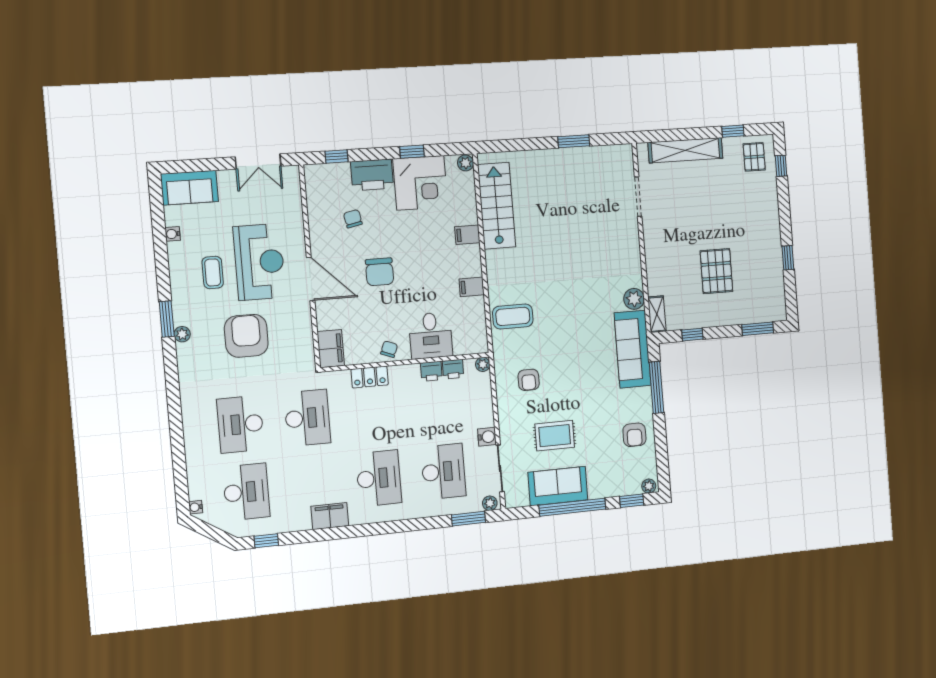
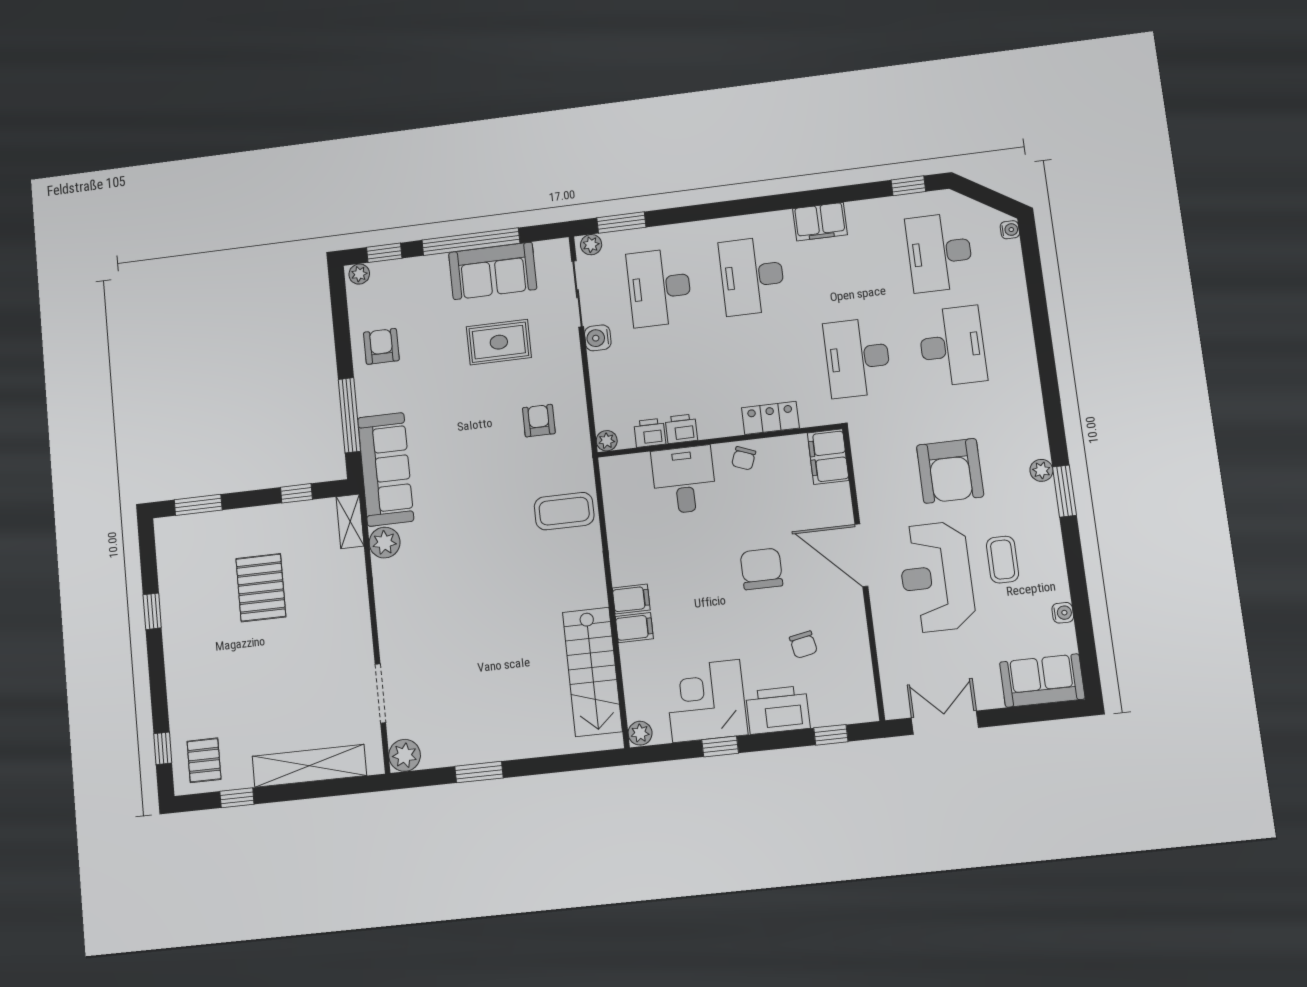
plant: (623, 155) -> (405, 755), added
filing cabinet: (472, 287) -> (631, 599), moved

